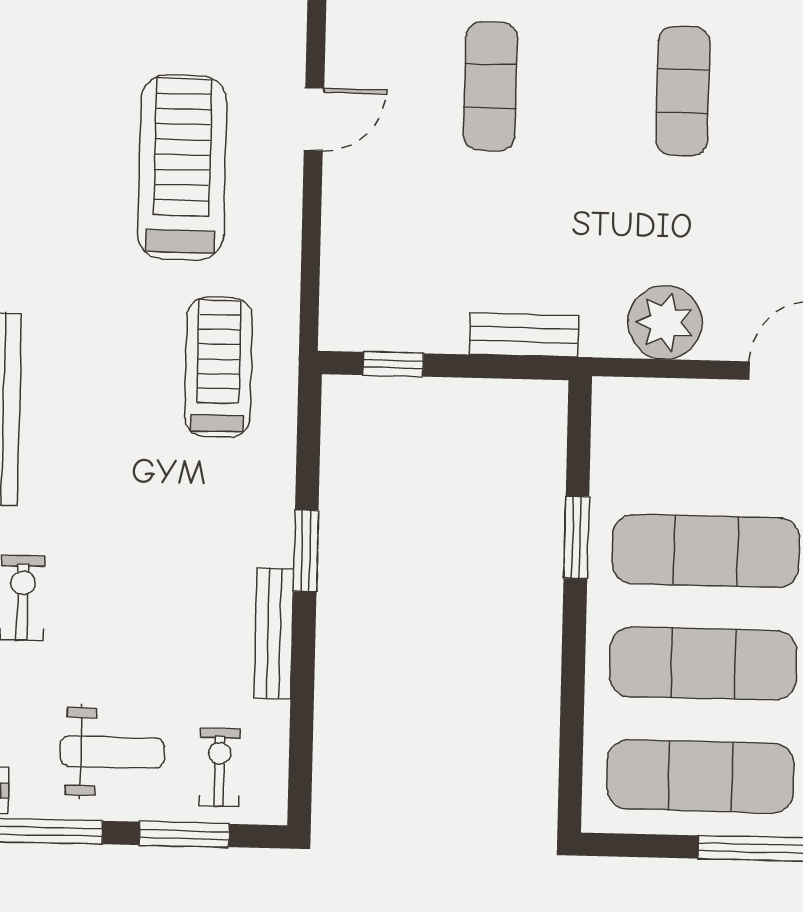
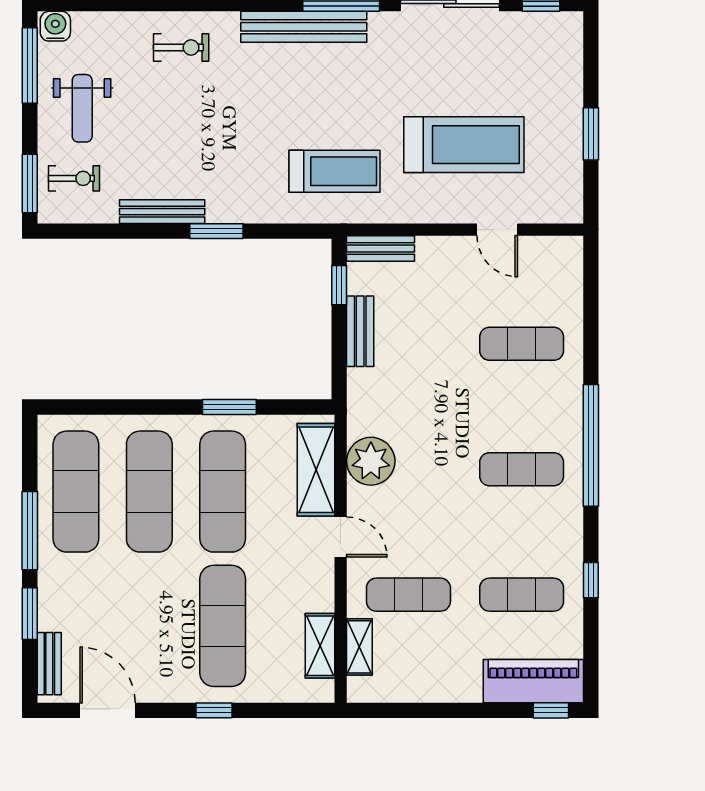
bench: (339, 299) -> (381, 249), added
bench: (524, 335) -> (360, 331), moved
shelving: (676, 407) -> (316, 470), added
window: (184, 834) -> (30, 183), moved

